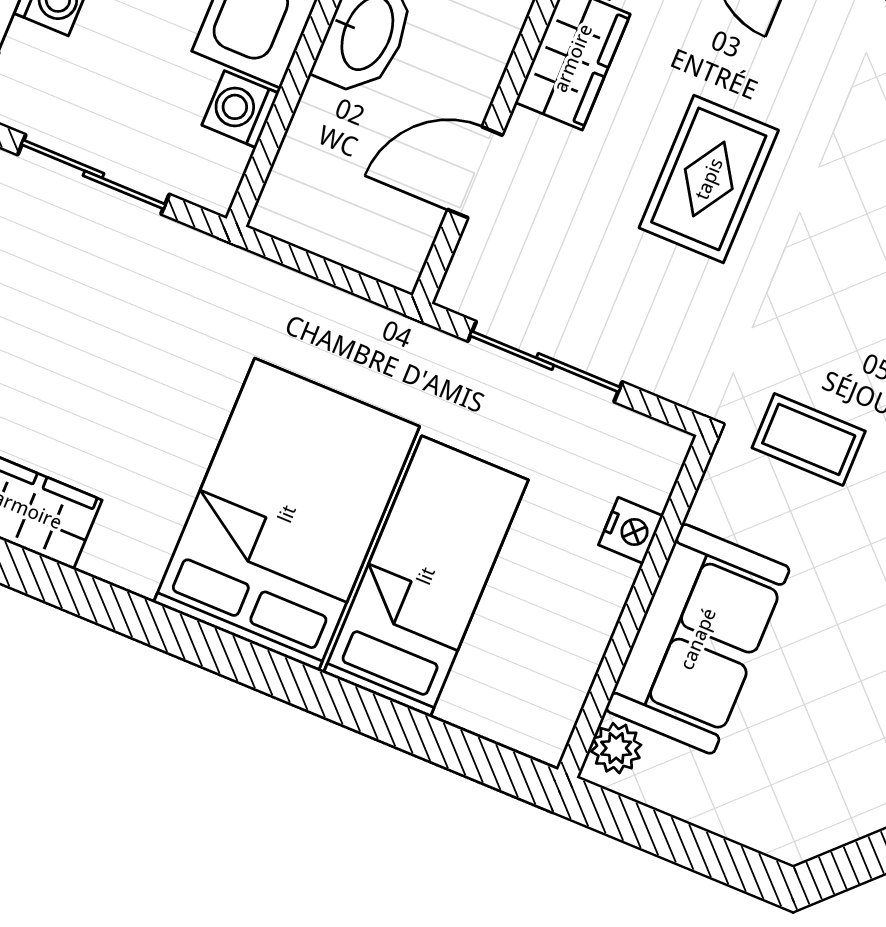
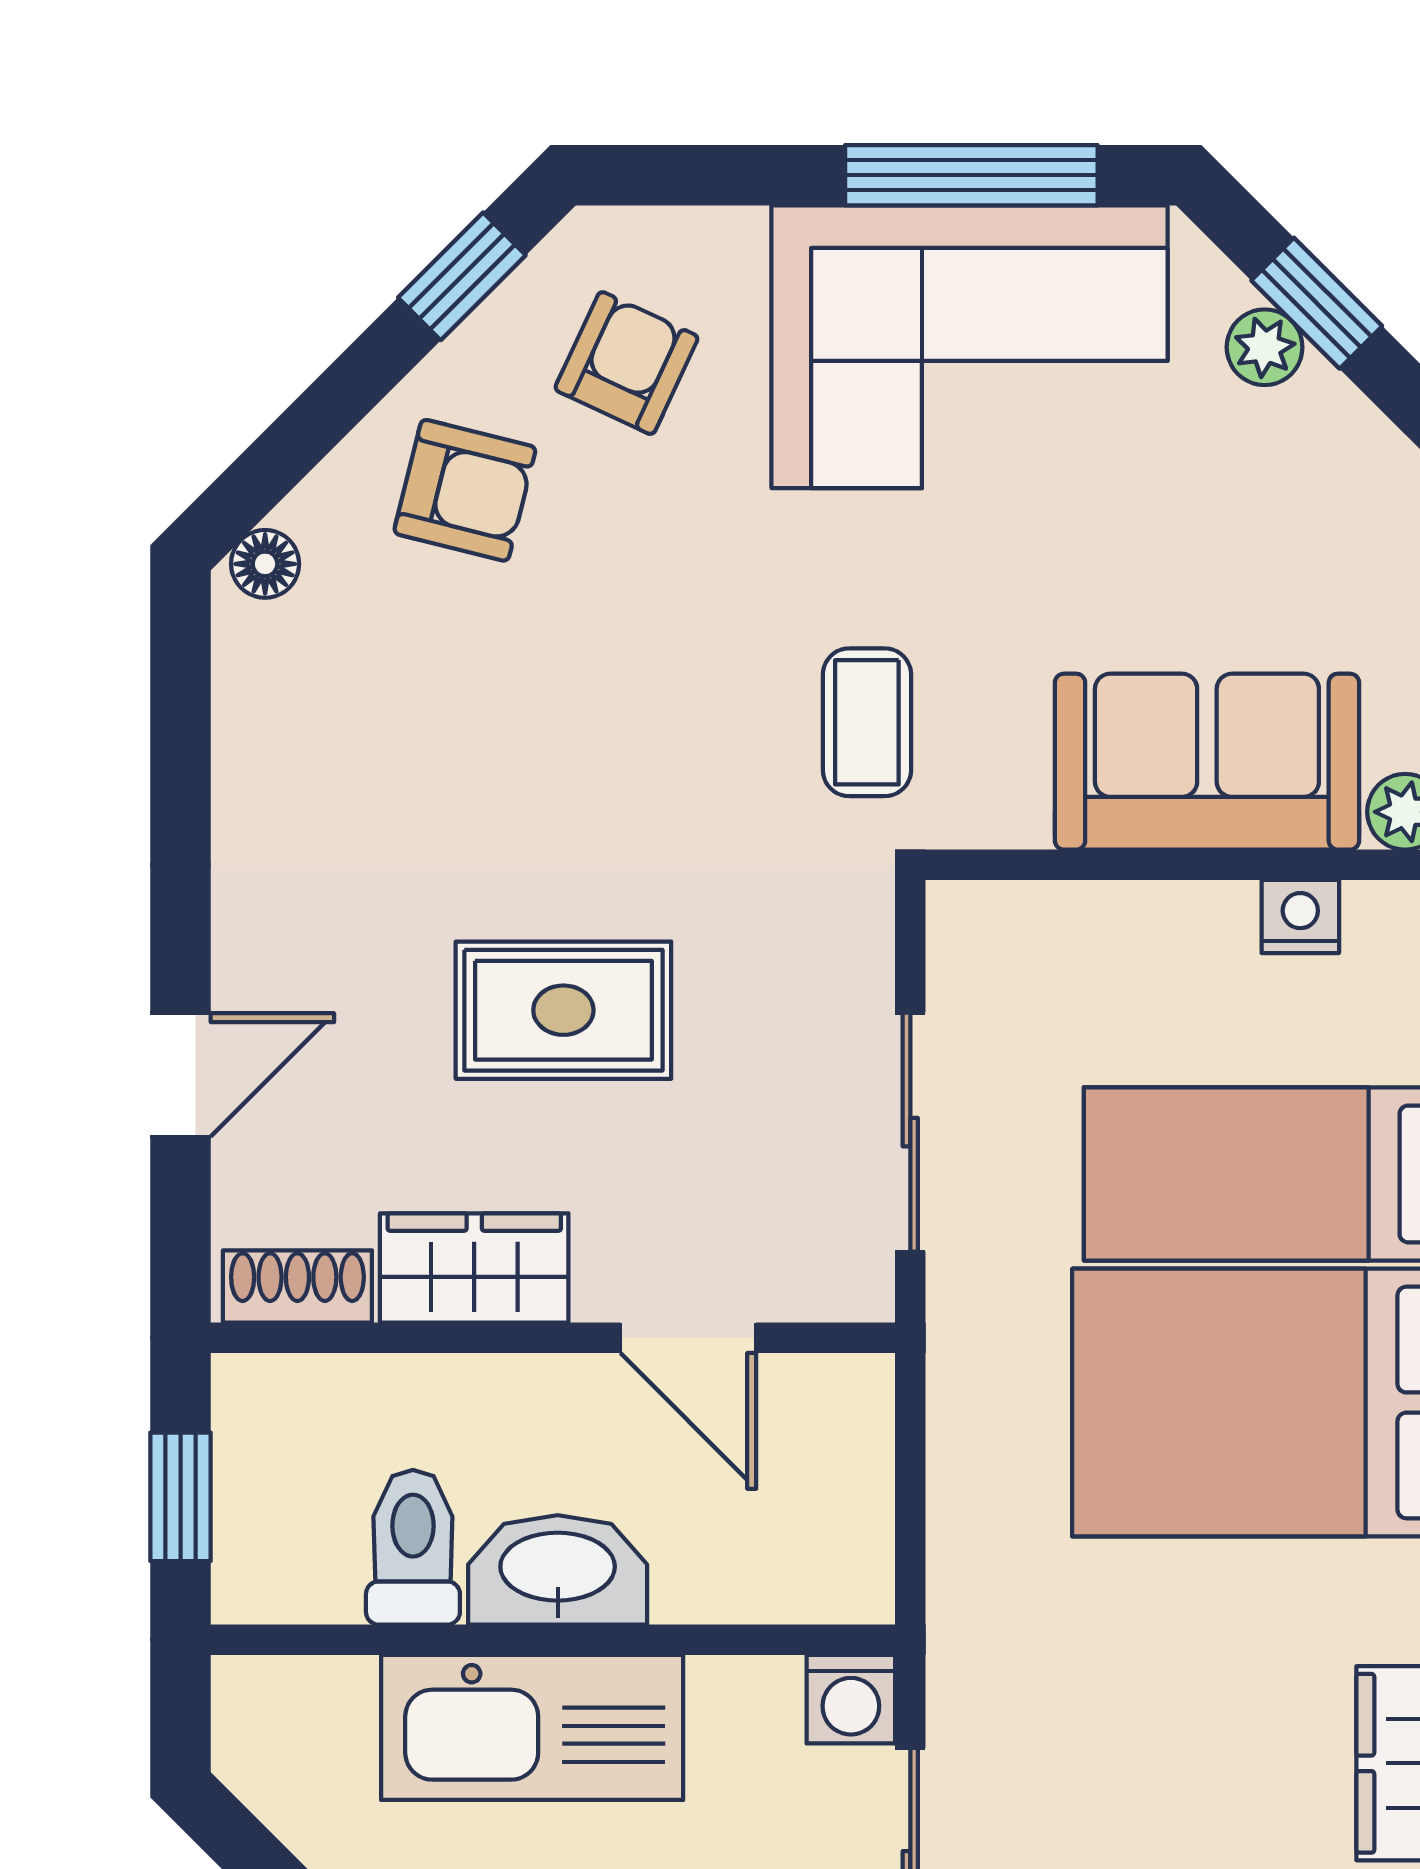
washing machine: (240, 109) -> (851, 1699), moved
nightstand: (631, 530) -> (1300, 916), moved

